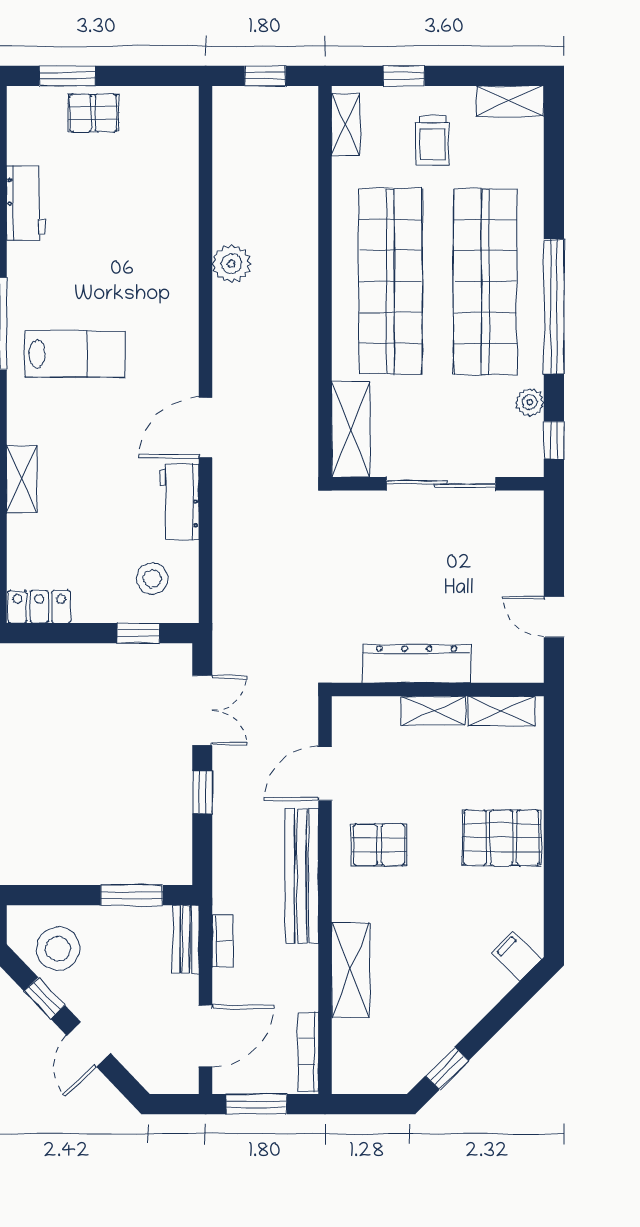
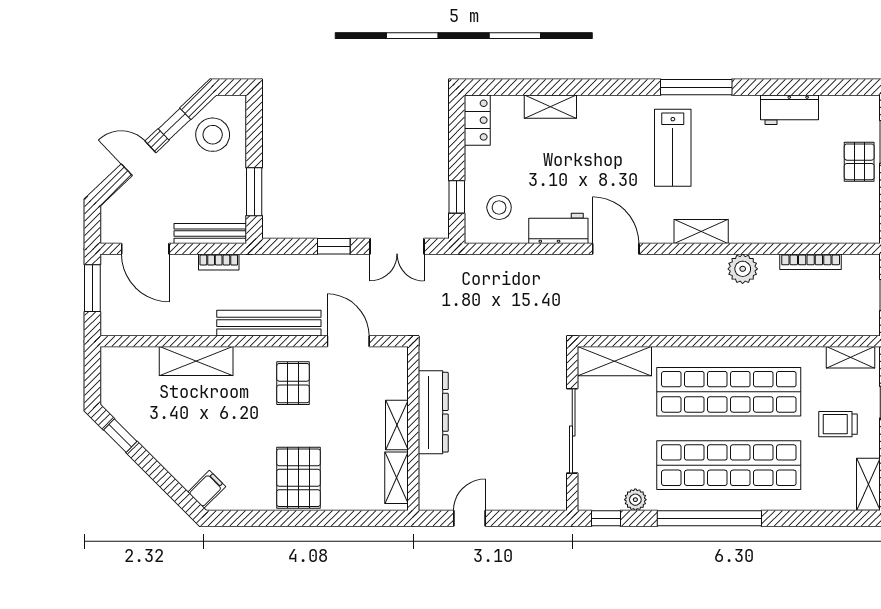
shelving: (183, 317) -> (701, 232), added
shelving: (22, 479) -> (550, 107), moved
bench: (186, 939) -> (210, 234), width x1.36
bookcase: (308, 1051) -> (811, 262), moved, turned 180

